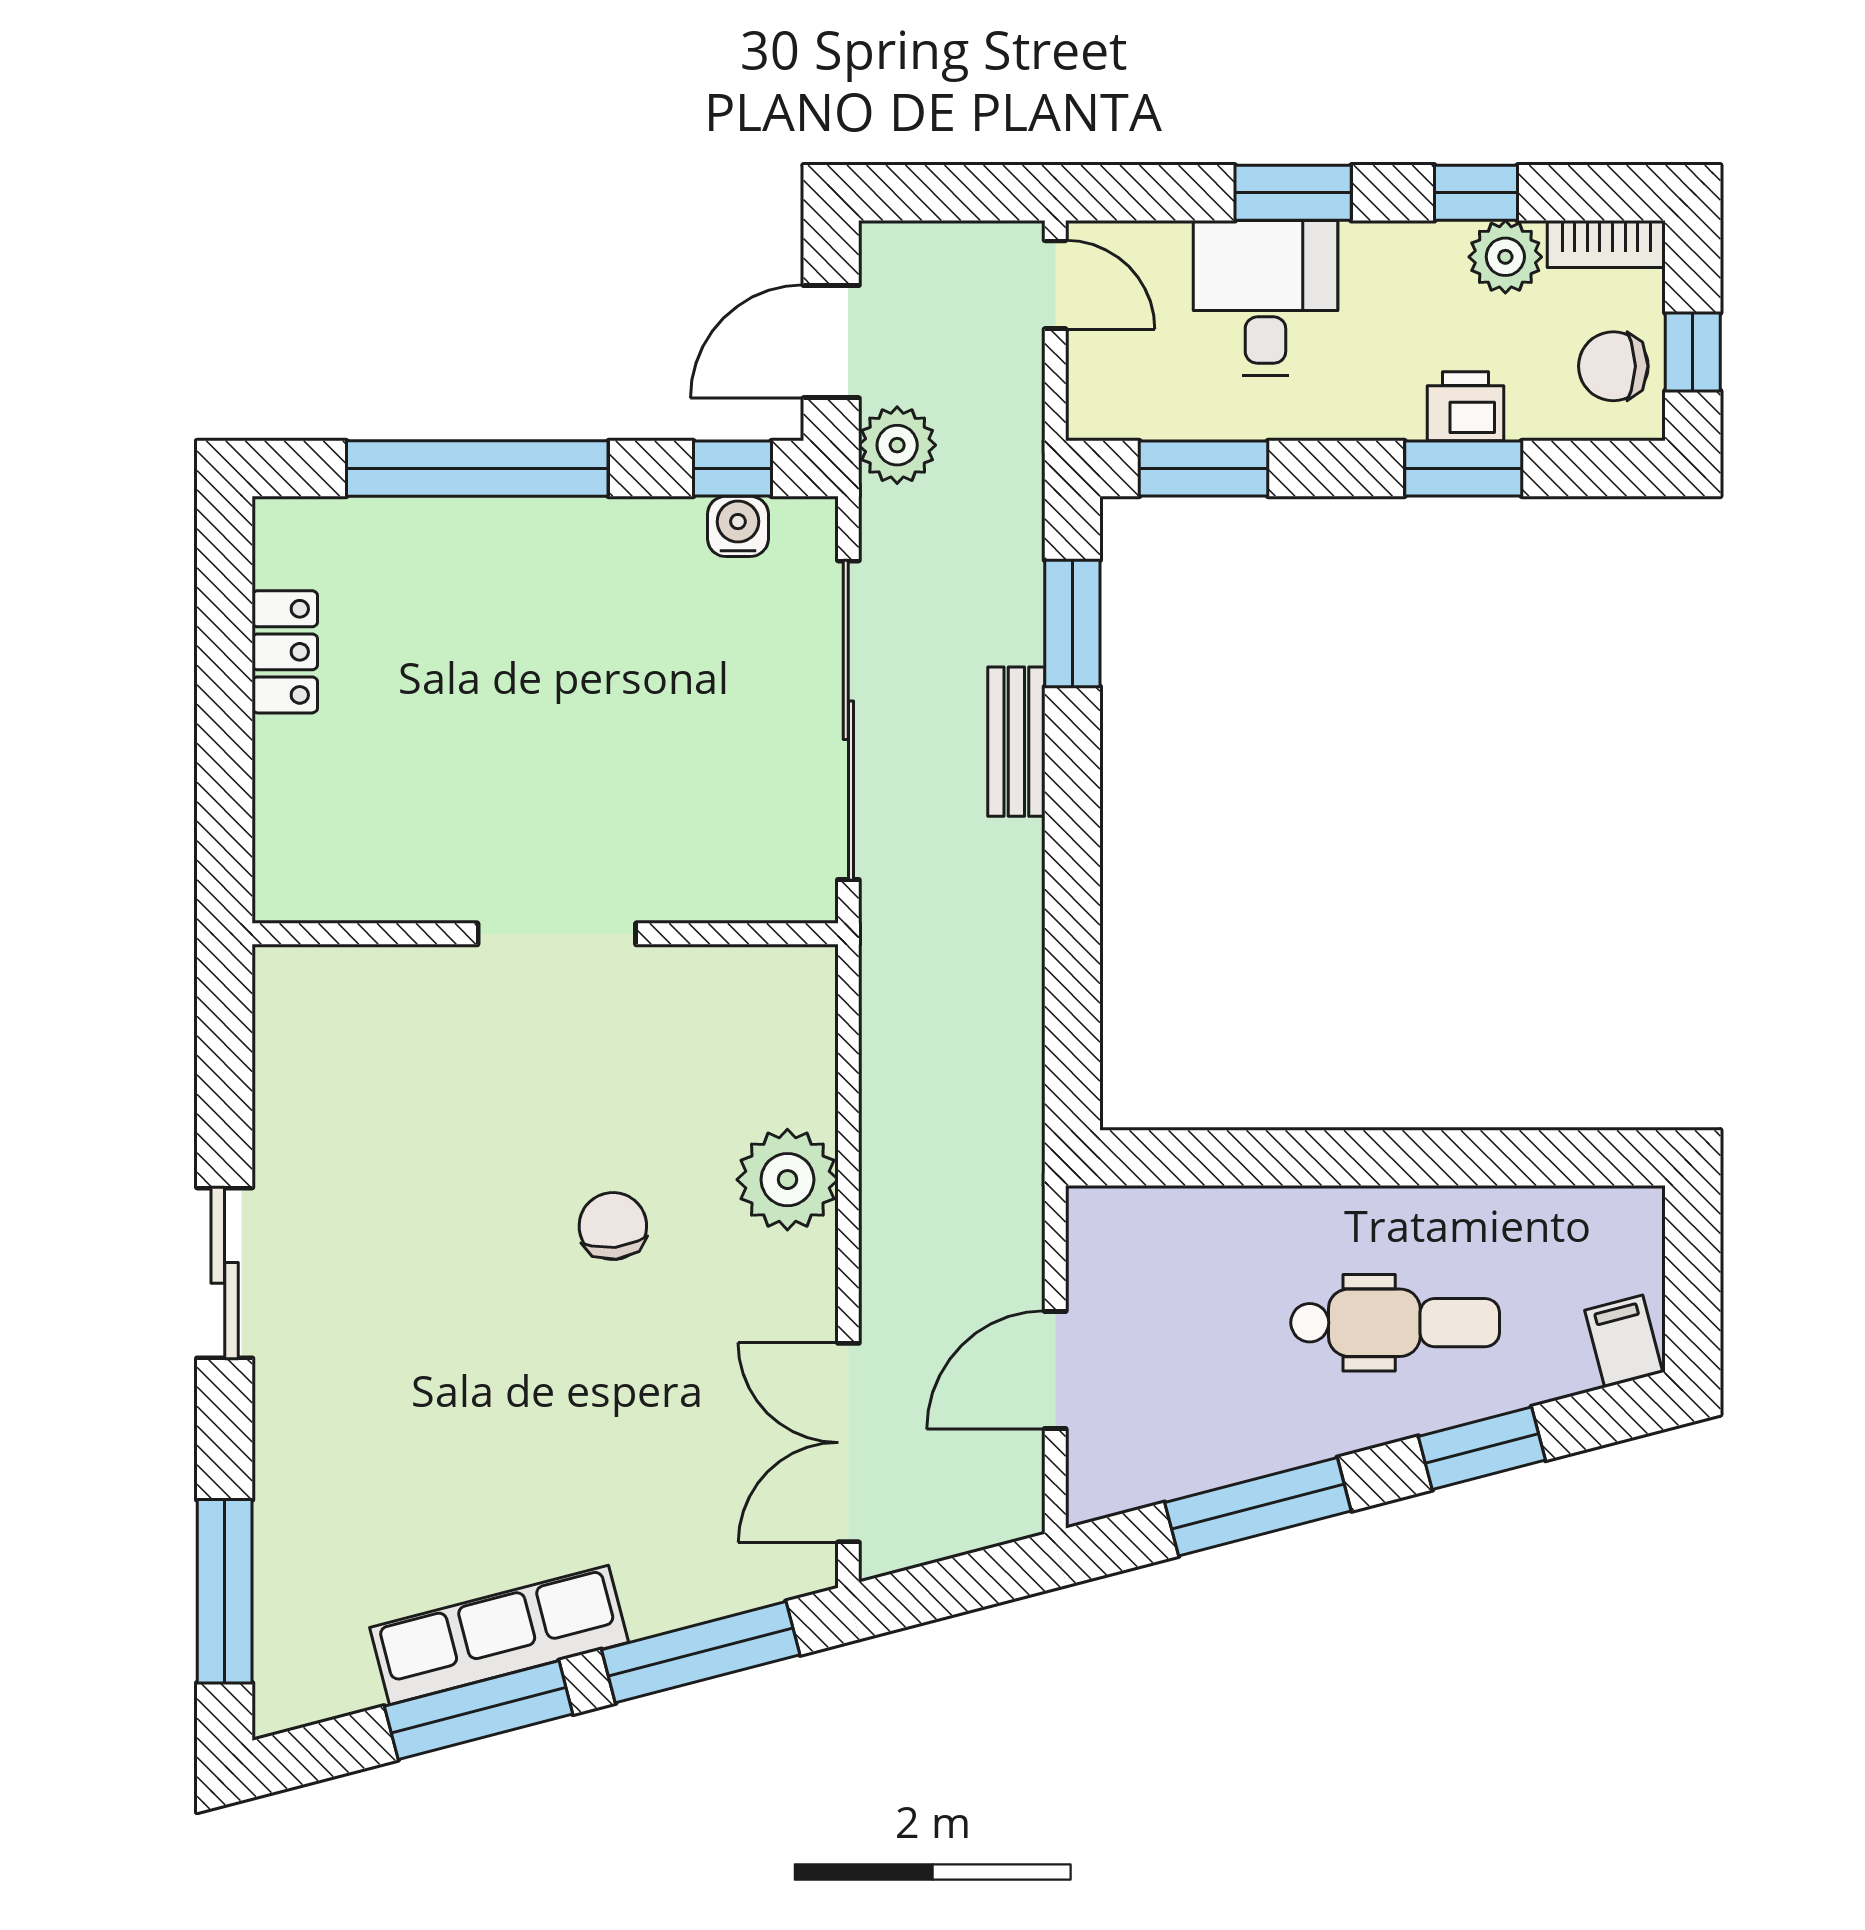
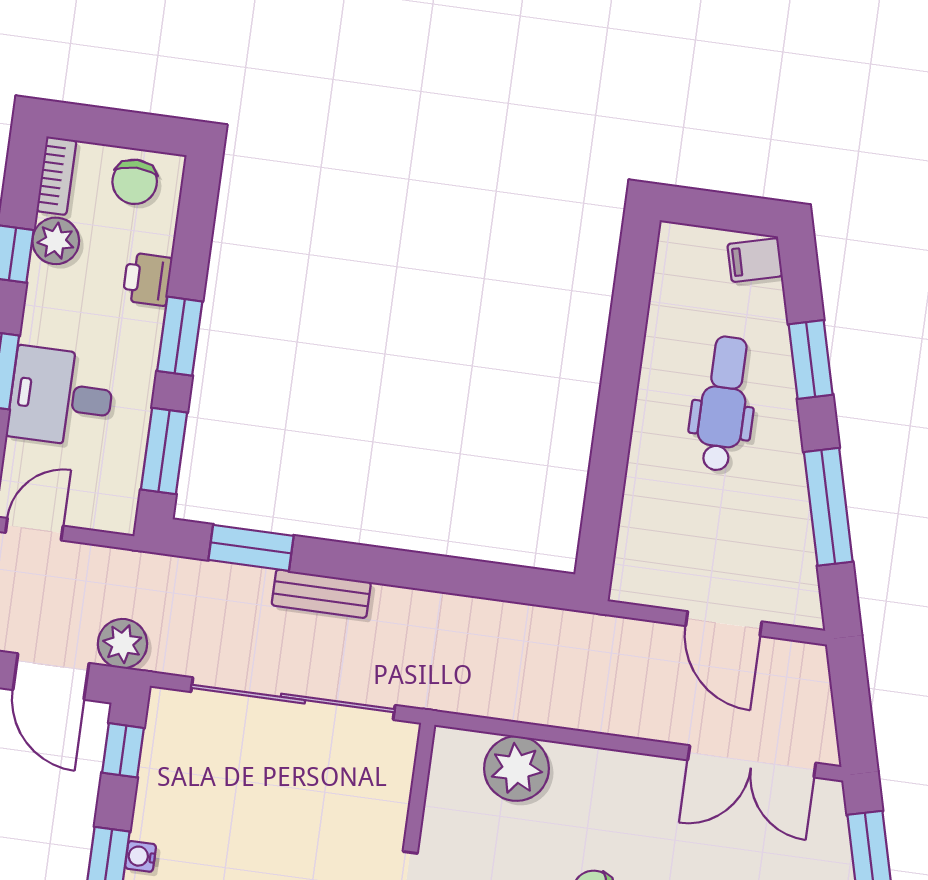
window: (1693, 352) -> (133, 130), removed
window: (1463, 469) -> (180, 336), moved
water cooler: (738, 526) -> (141, 856), moved, width x0.72, depth x0.72
plant: (787, 1180) -> (517, 769), moved

